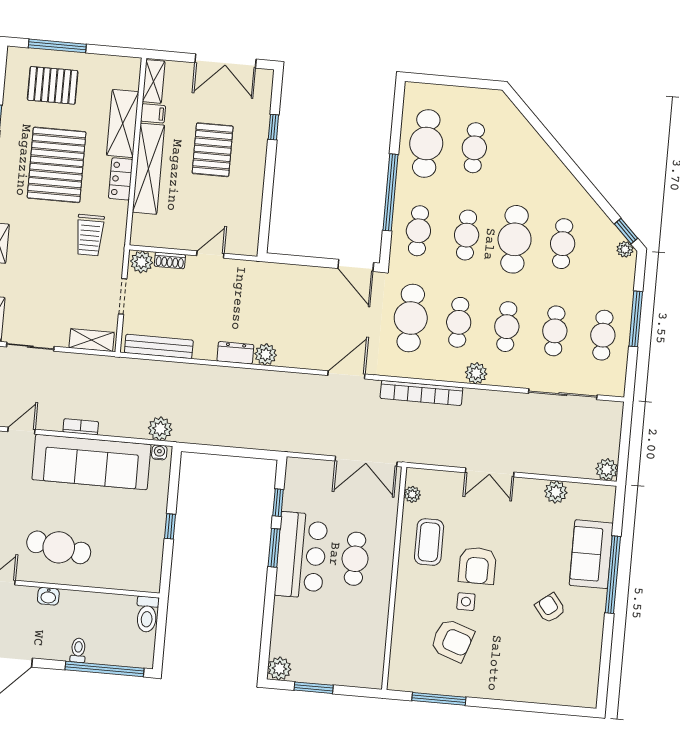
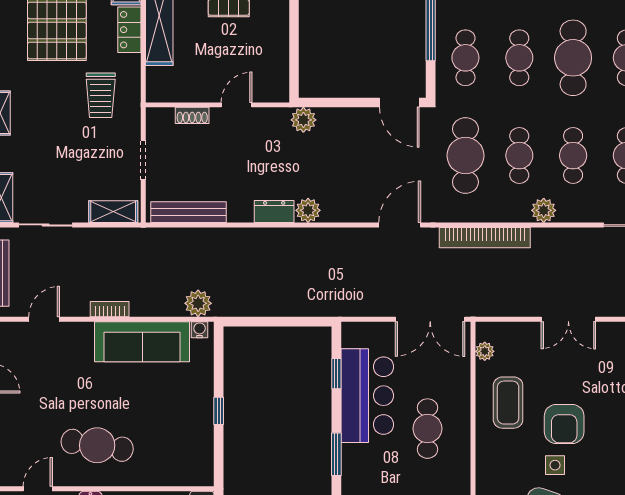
plant: (142, 262) -> (303, 120), moved
sofa: (91, 462) -> (142, 342), width x0.74, depth x0.79
window: (274, 548) -> (336, 454), moved
bar counter: (301, 555) -> (367, 396), moved

